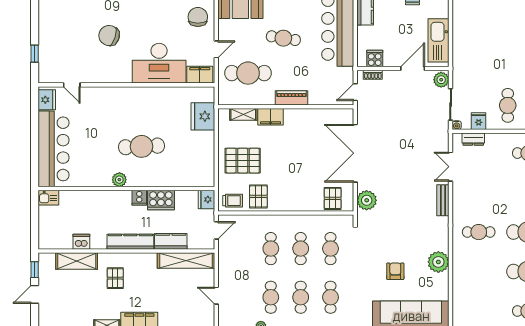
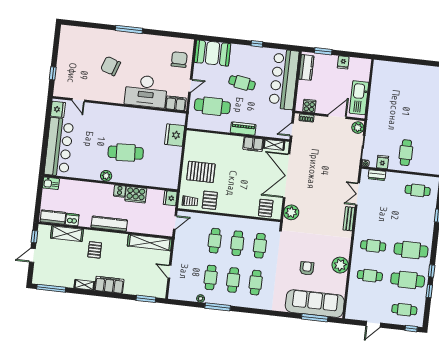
shelving: (243, 114) -> (274, 145), moved
filing cabinet: (271, 117) -> (253, 144), moved
kitchen counter: (171, 241) -> (53, 217), moved
cafe table: (479, 272) -> (370, 276), added

